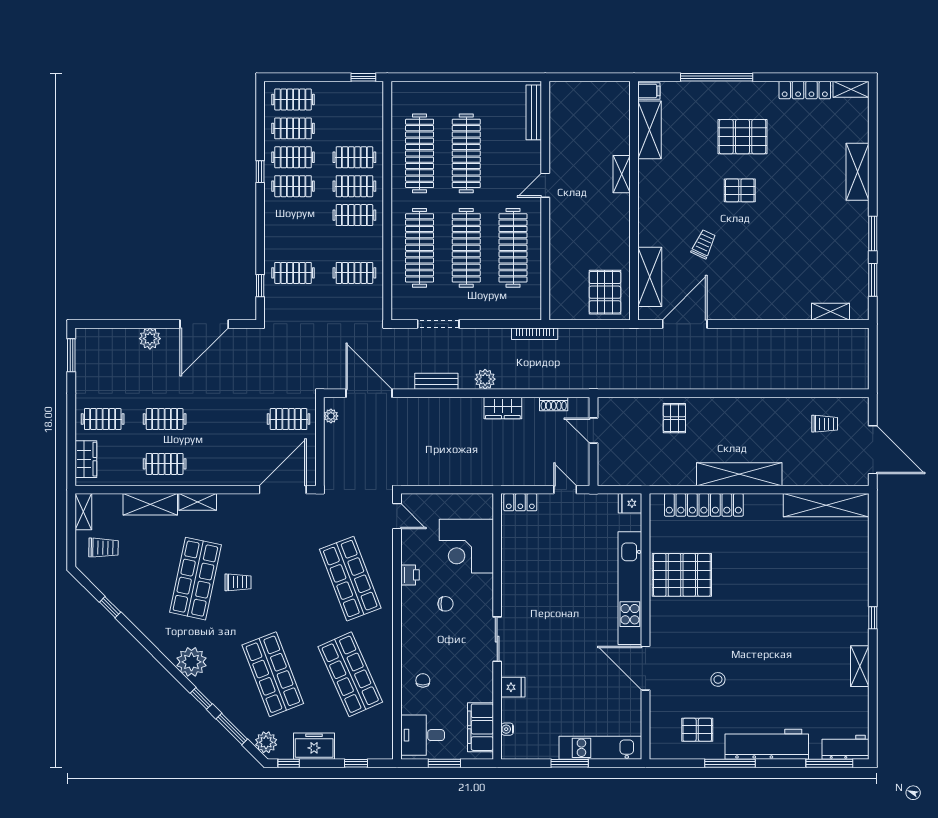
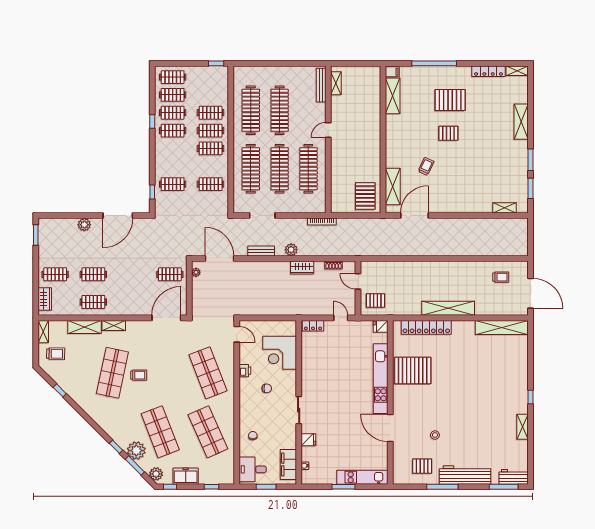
shelving: (622, 174) -> (336, 83), moved
pallet: (674, 418) -> (376, 301), moved, turned 90
plant: (191, 662) -> (136, 451), moved

